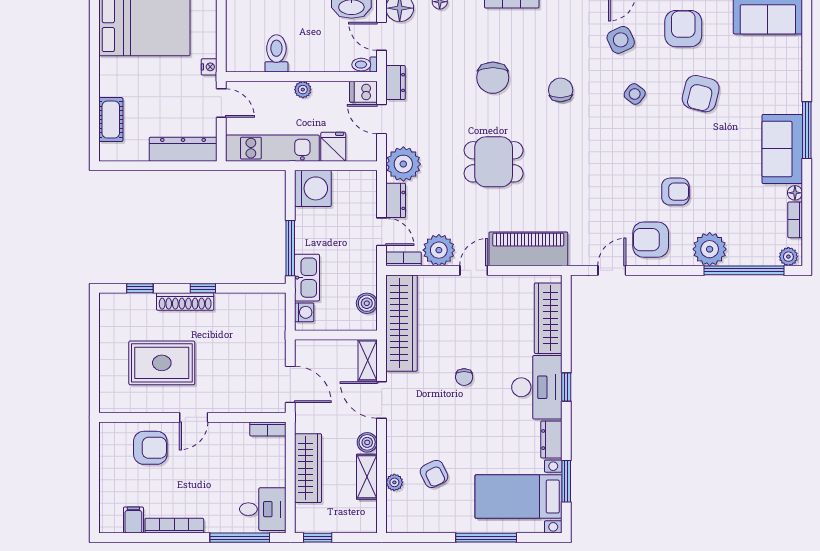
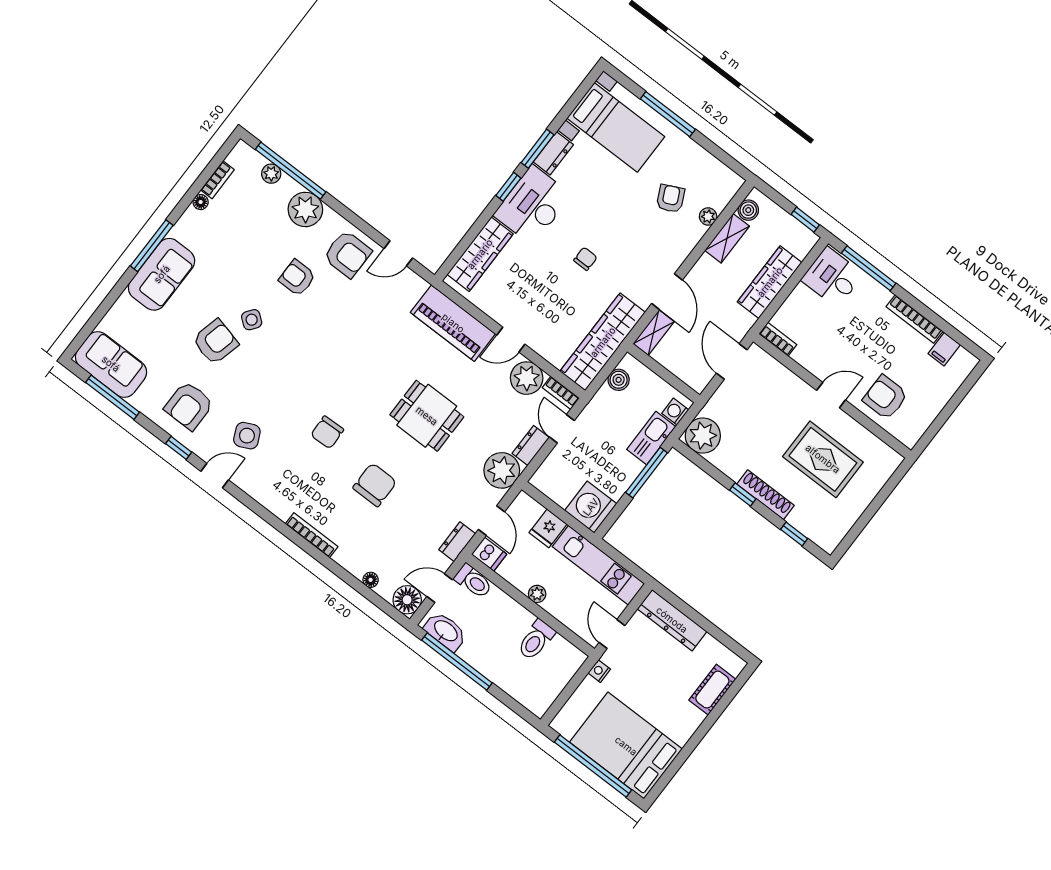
door: (382, 36) -> (440, 588), swing flipped
toilet: (364, 65) -> (473, 581), width x1.37, depth x1.39
side table: (635, 94) -> (252, 320), moved
sofa: (782, 149) -> (162, 274), moved
plant: (788, 257) -> (271, 174), moved
plant: (269, 310) -> (703, 436), added
boiler: (367, 442) -> (748, 210), moved
window: (566, 481) -> (538, 149), moved

